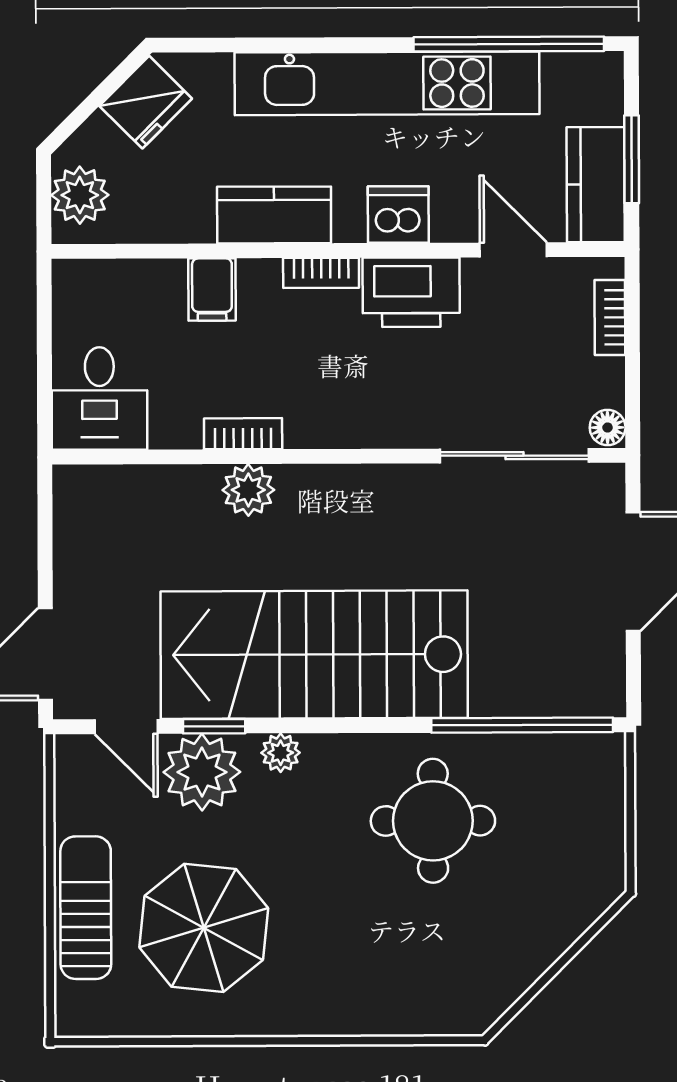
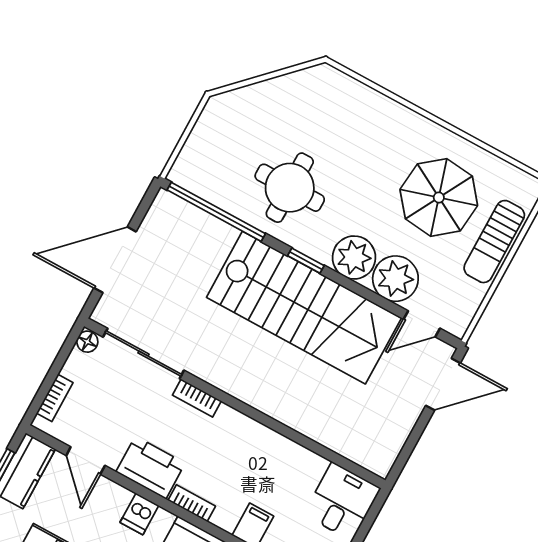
dishwasher: (398, 215) -> (139, 514), width x0.73
bookcase: (243, 434) -> (197, 398), moved
plant: (248, 490) -> (291, 412), removed
window: (214, 726) -> (306, 261), moved
door: (126, 727) -> (422, 324), swing flipped
plant: (281, 753) -> (354, 257), width x1.88, depth x1.88

